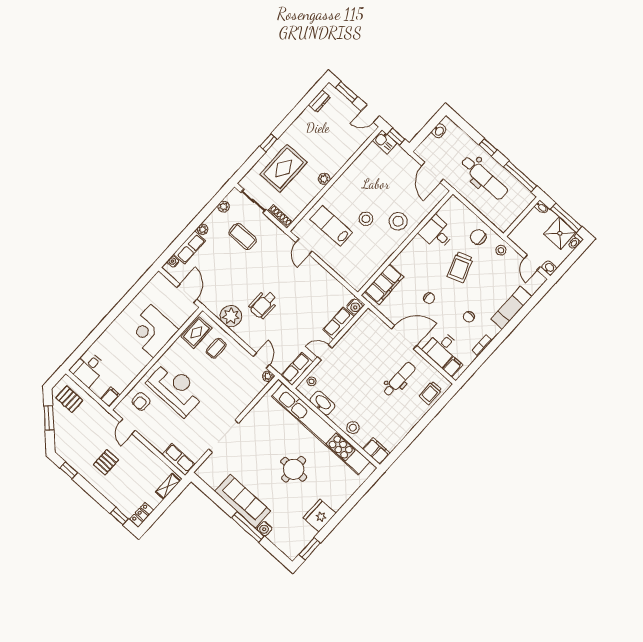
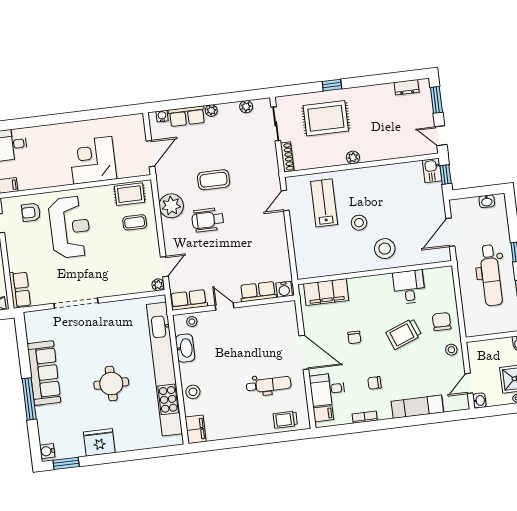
coffee table: (243, 237) -> (214, 180), moved, turned 90
water cooler: (265, 529) -> (47, 451), moved

